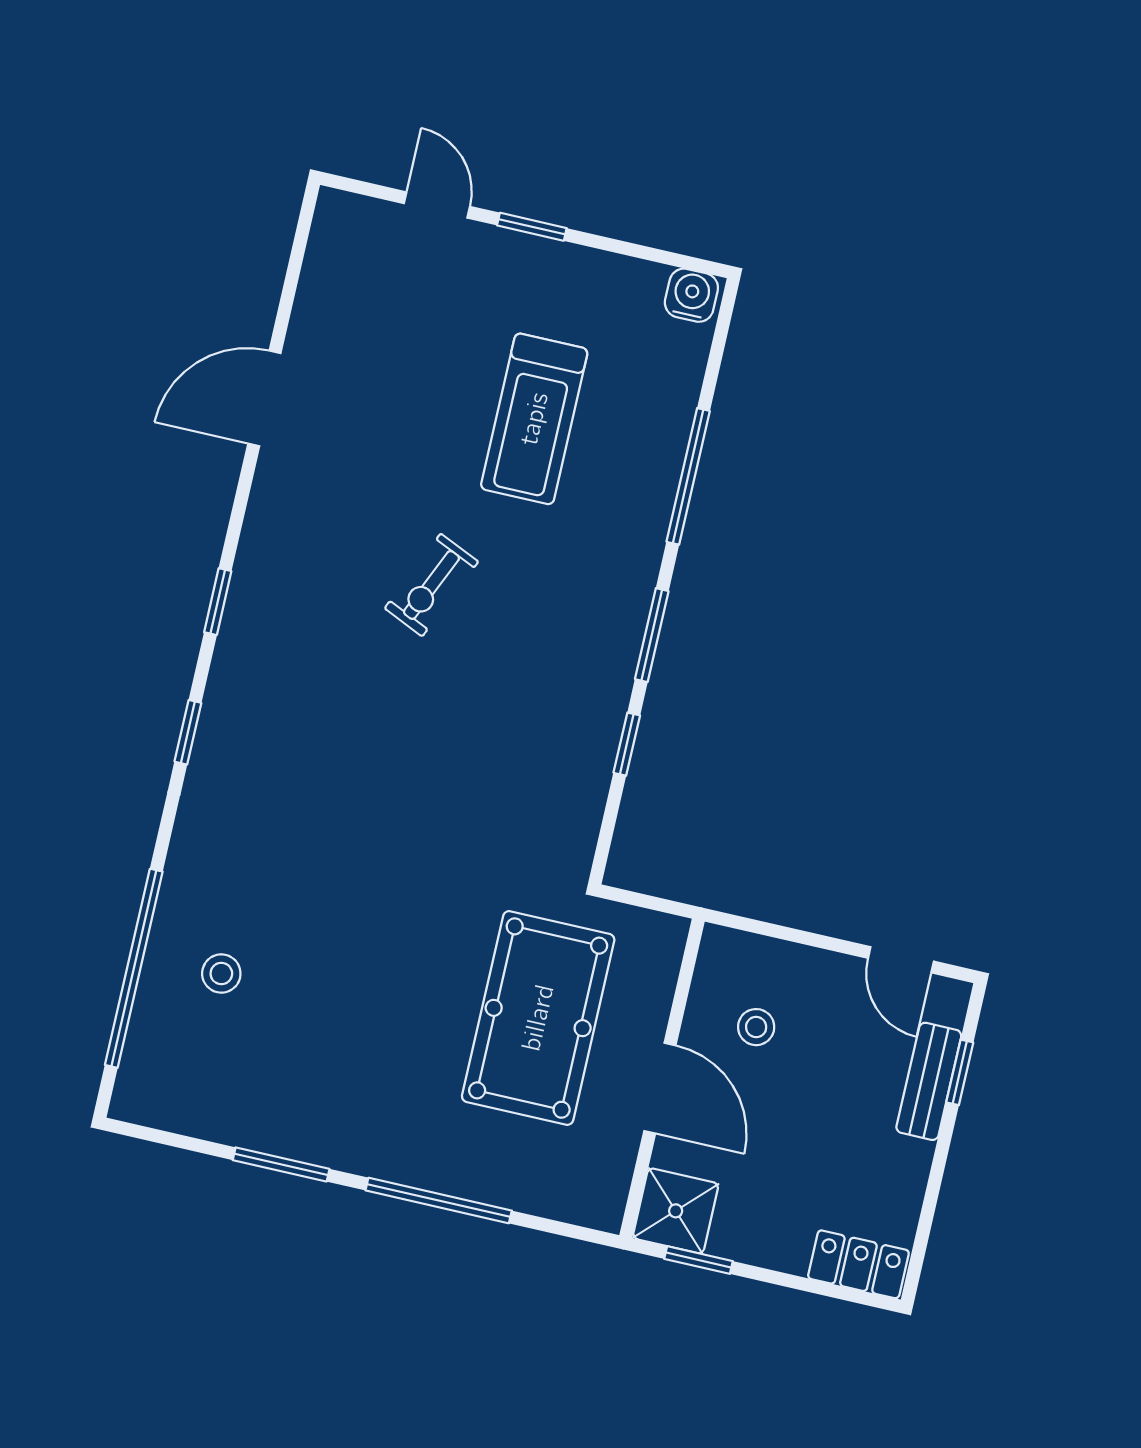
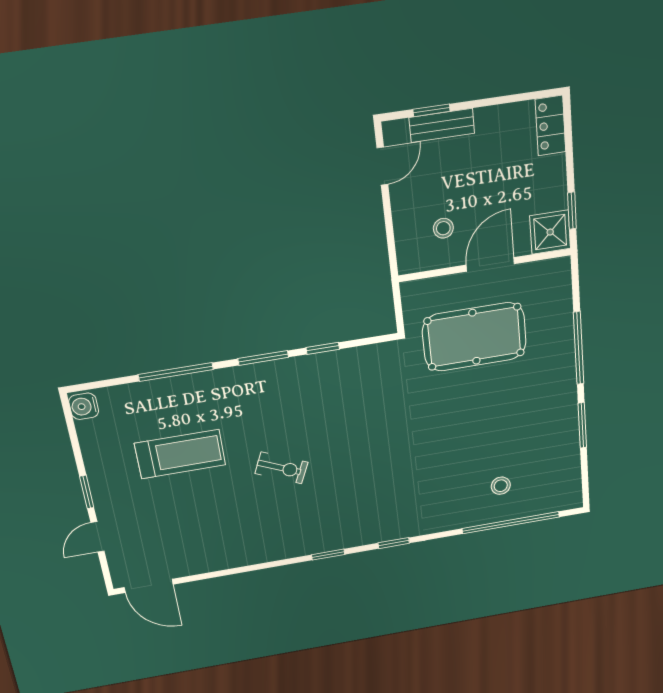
door: (264, 398) -> (149, 586), moved

